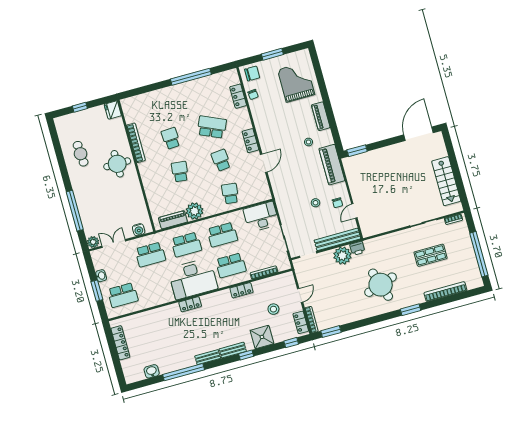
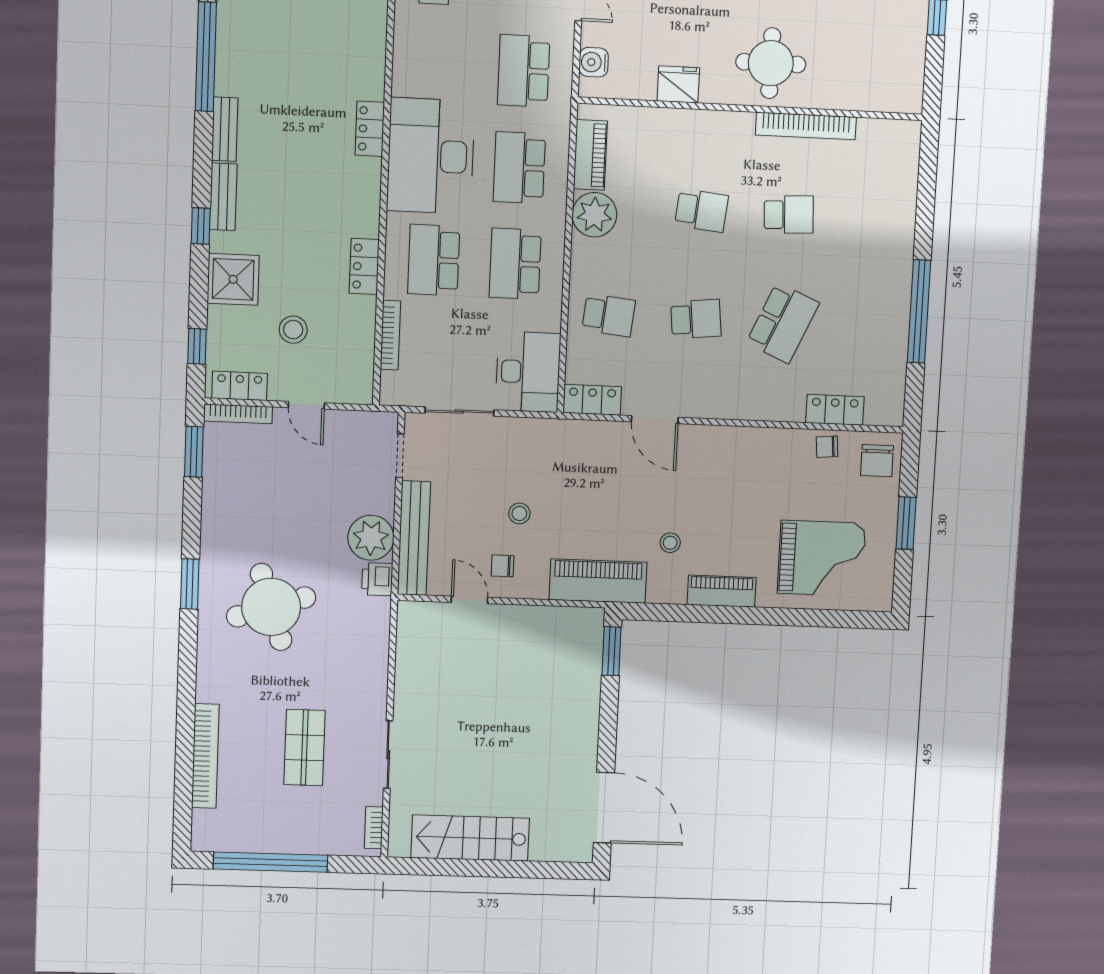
fridge: (113, 110) -> (678, 84), moved
locker: (250, 141) -> (592, 400), moved
window: (410, 310) -> (190, 584), moved

